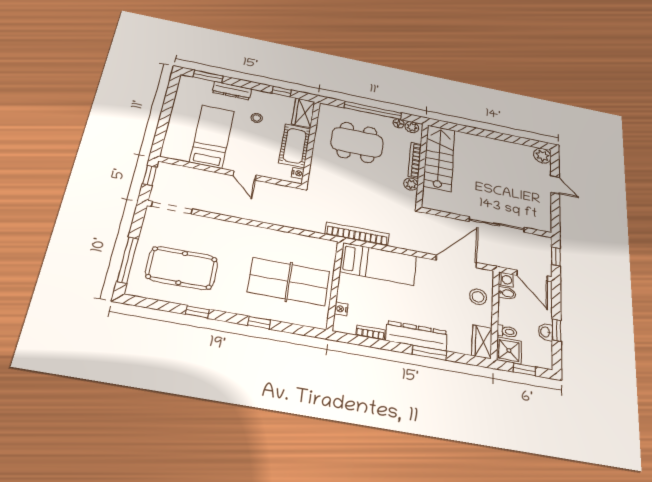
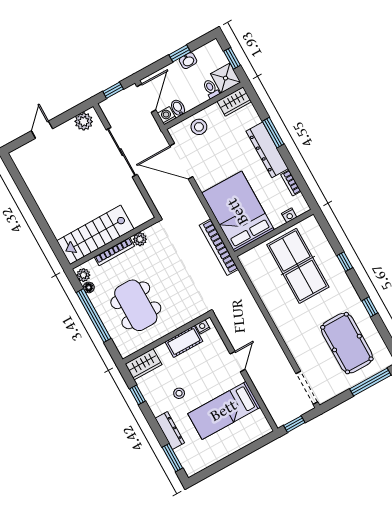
cot: (295, 146) -> (184, 342), width x0.73, depth x0.75
plant: (542, 156) -> (84, 121), moved
bed: (378, 264) -> (238, 211), width x1.50

